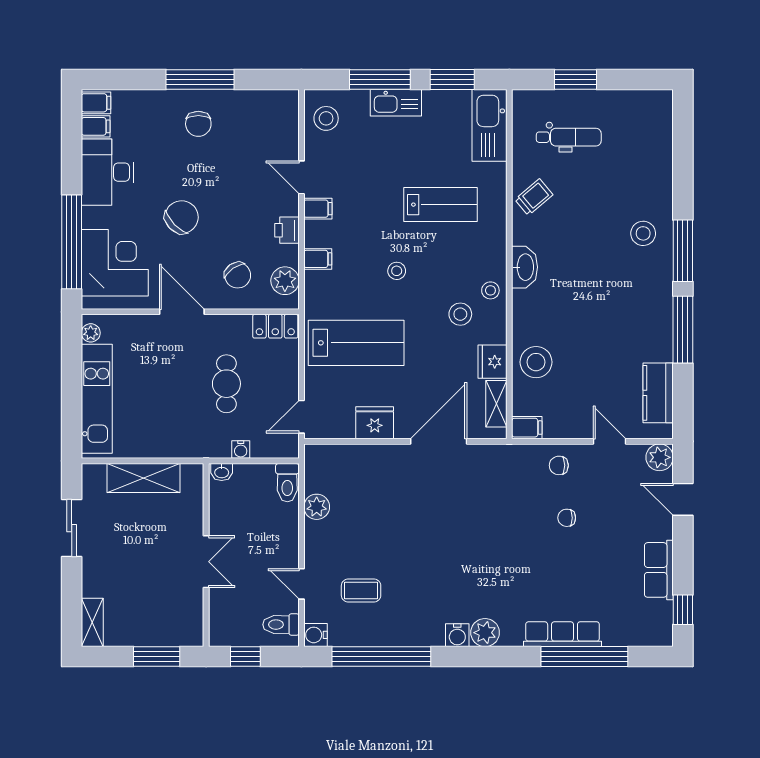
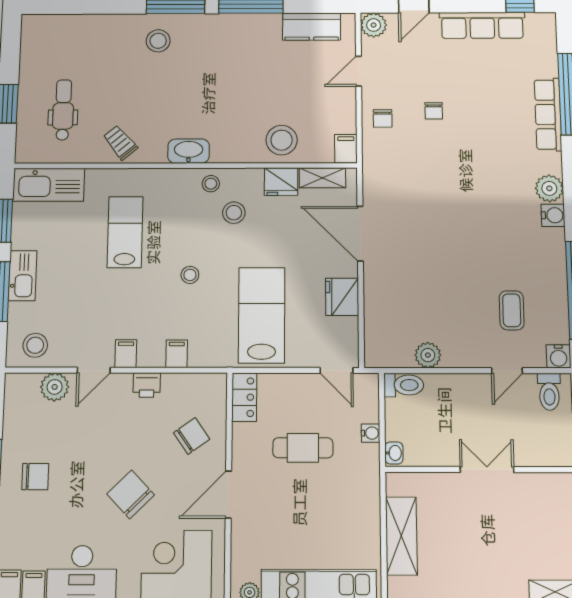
plant: (285, 281) -> (55, 387), moved
row of seats: (659, 570) -> (482, 25), width x1.48

